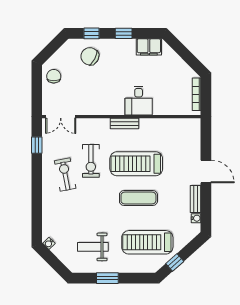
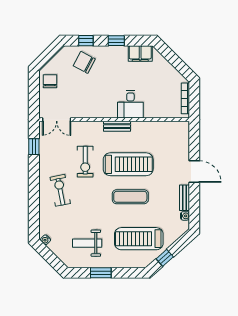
treadmill: (136, 164) -> (128, 164), turned 180
exercise bike: (65, 175) -> (60, 190), moved

